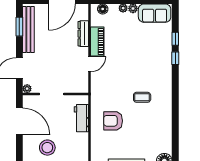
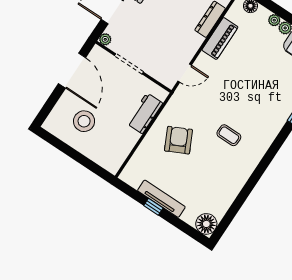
door: (90, 64) -> (185, 73), moved
armchair: (113, 121) -> (178, 140), turned 64

